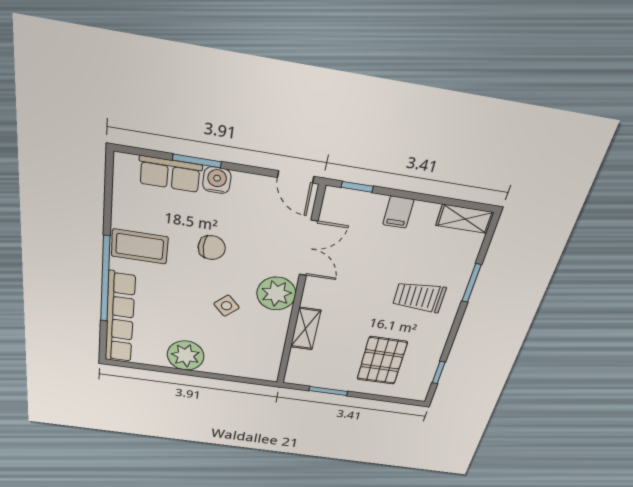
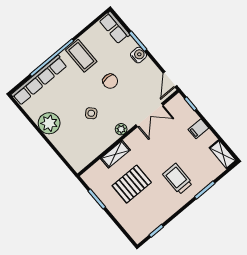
row of seats: (170, 174) -> (114, 28), moved
plant: (276, 294) -> (121, 129), width x0.53, depth x0.53
pallet: (382, 361) -> (132, 184), moved

